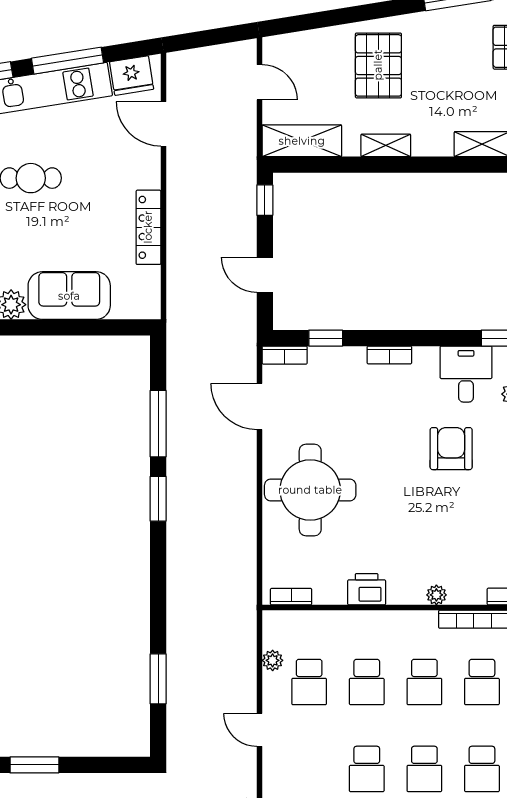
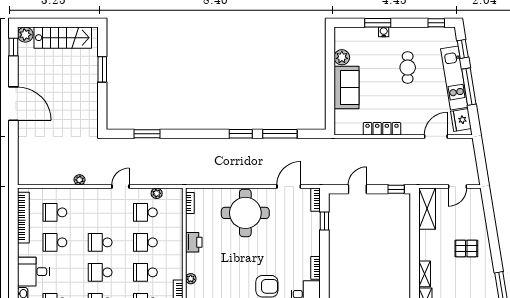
pallet: (378, 65) -> (466, 248), width x0.67, depth x0.71
shelving: (386, 145) -> (425, 274), moved
bookcase: (389, 355) -> (316, 268), moved

